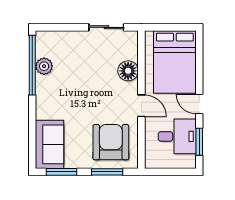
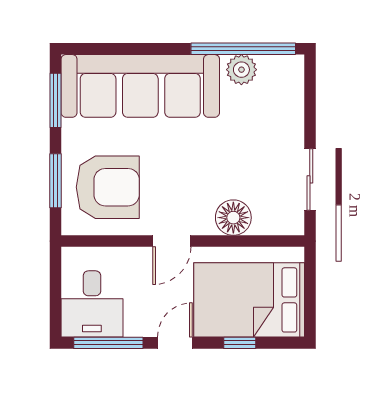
window: (199, 67) -> (240, 343), added
desk: (177, 136) -> (92, 304), moved
window: (199, 142) -> (108, 343), width x1.44
sofa: (49, 144) -> (140, 86), width x1.85, depth x1.27

